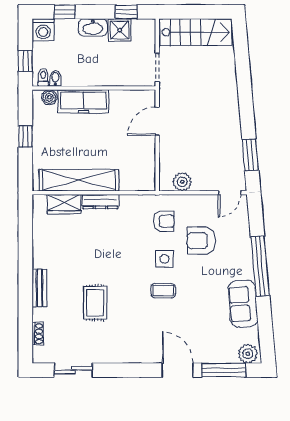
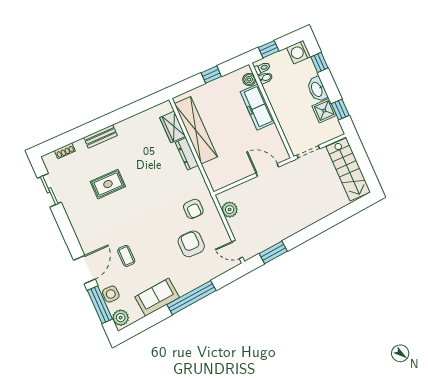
side table: (165, 259) -> (111, 294), moved
coffee table: (163, 291) -> (126, 256), moved

